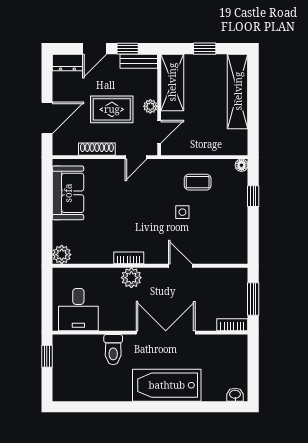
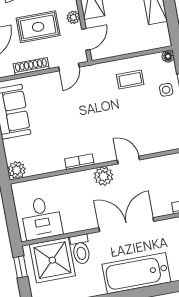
side table: (182, 212) -> (166, 90), moved
plant: (131, 278) -> (103, 176), moved
shower: (82, 355) -> (52, 260), added

